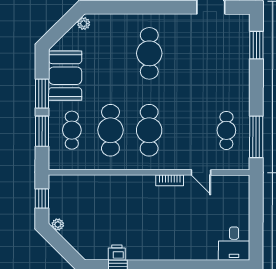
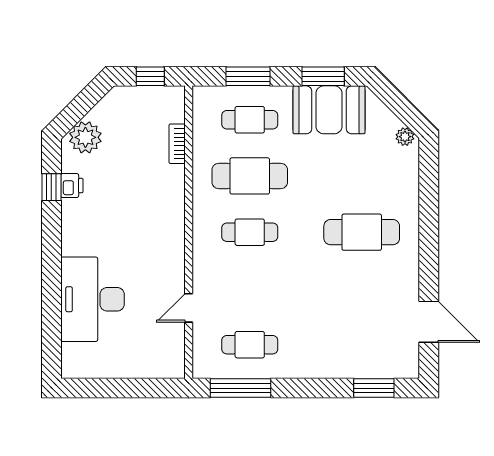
window: (42, 94) -> (323, 76), moved
cafe table: (149, 130) -> (250, 232), width x0.73, depth x0.74
bookcase: (170, 180) -> (177, 144), moved
plant: (58, 224) -> (85, 137), moved, width x1.88, depth x1.88
desk: (234, 244) -> (93, 299), moved, width x1.87, depth x1.30

